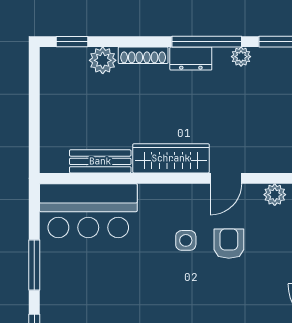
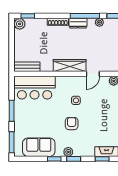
plant: (103, 60) -> (20, 24), moved
bench: (100, 161) -> (27, 67), moved
armchair: (229, 244) -> (72, 124), moved

